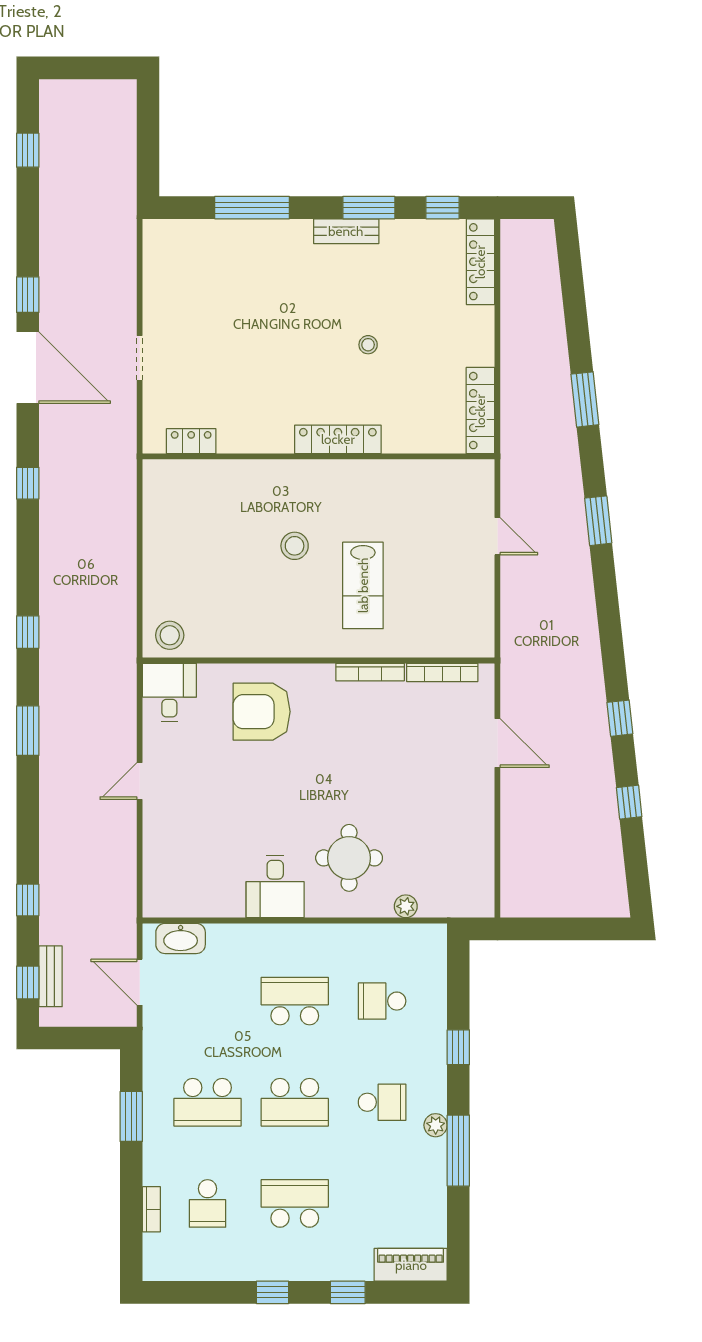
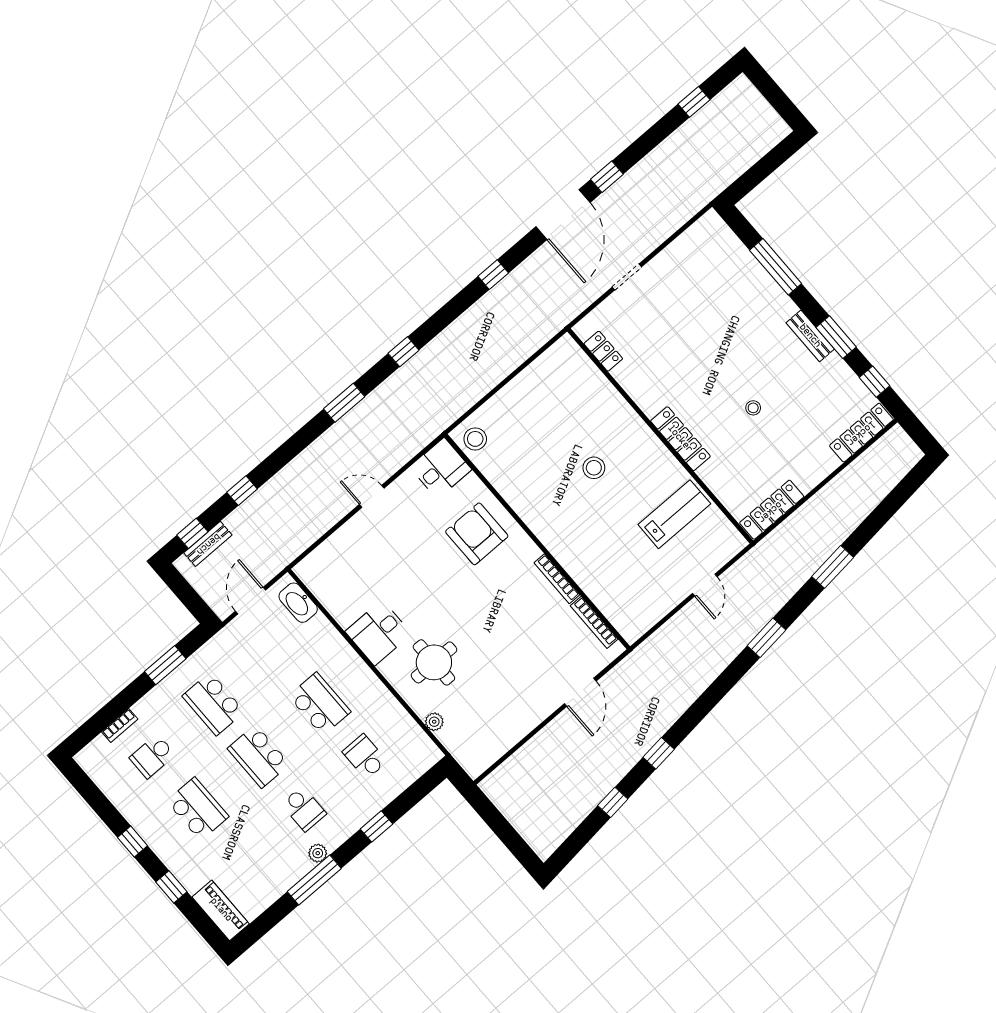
lab bench: (363, 585) -> (674, 514), moved, turned 180

